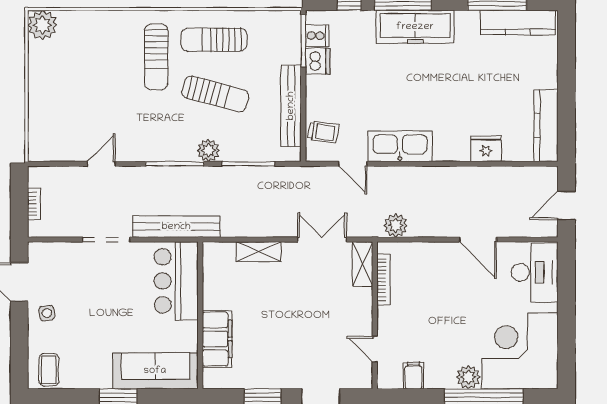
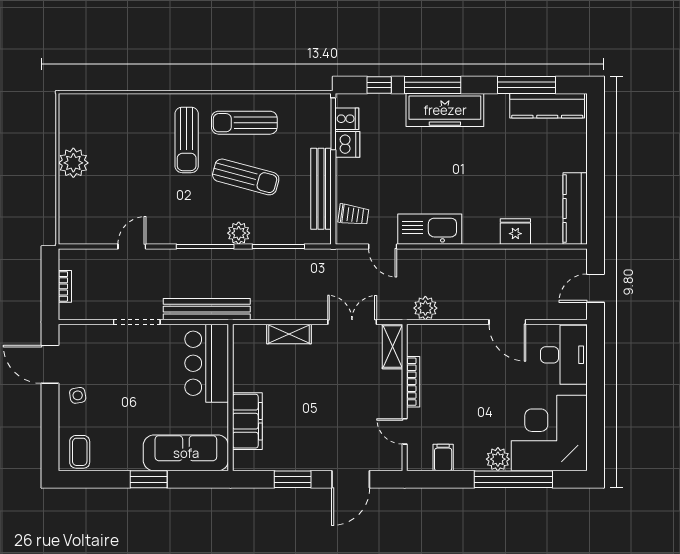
plant: (43, 25) -> (73, 163), moved
bookcase: (383, 280) -> (413, 382), moved

